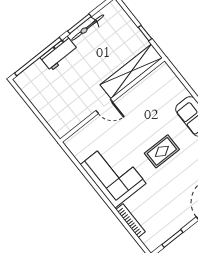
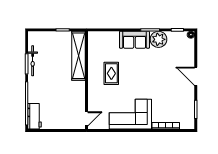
workbench: (59, 54) -> (35, 116), moved
door: (104, 106) -> (87, 119), moved
rug: (162, 151) -> (111, 73), moved

